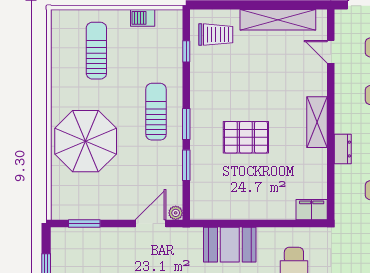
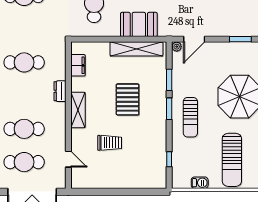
shelving: (278, 20) -> (136, 49), moved
trolley: (216, 35) -> (110, 143), moved, turned 180
sun lounger: (96, 51) -> (232, 160), width x1.36, depth x1.34
pallet: (246, 137) -> (128, 99), turned 90
filing cabinet: (312, 210) -> (78, 65), moved, turned -90

